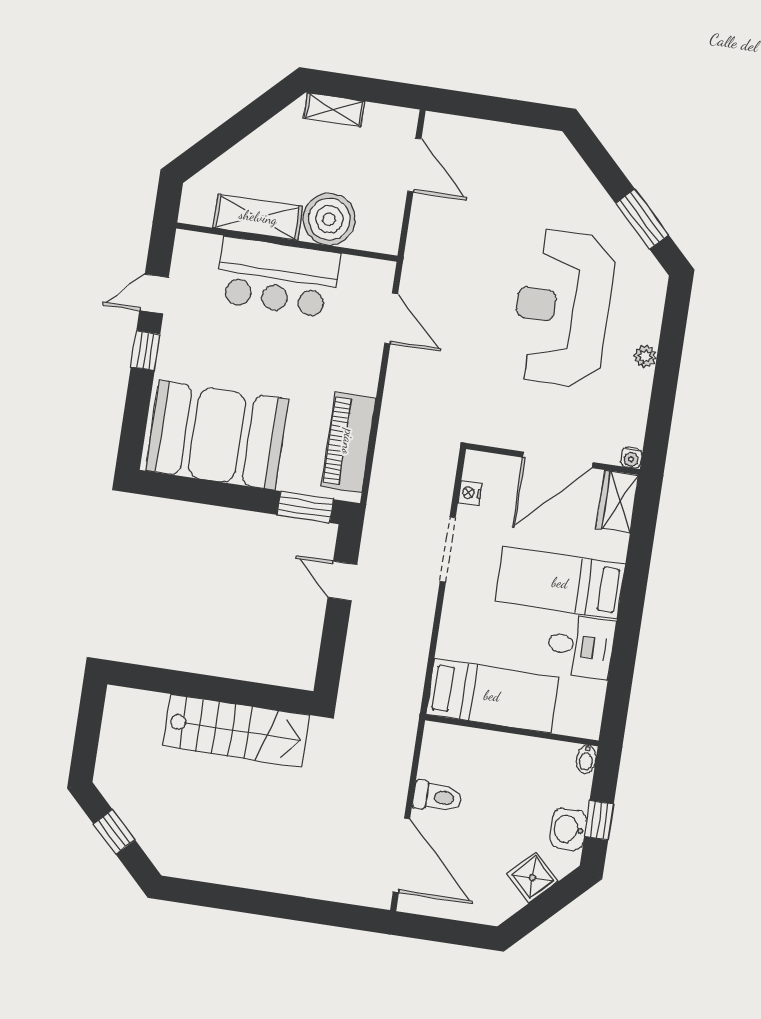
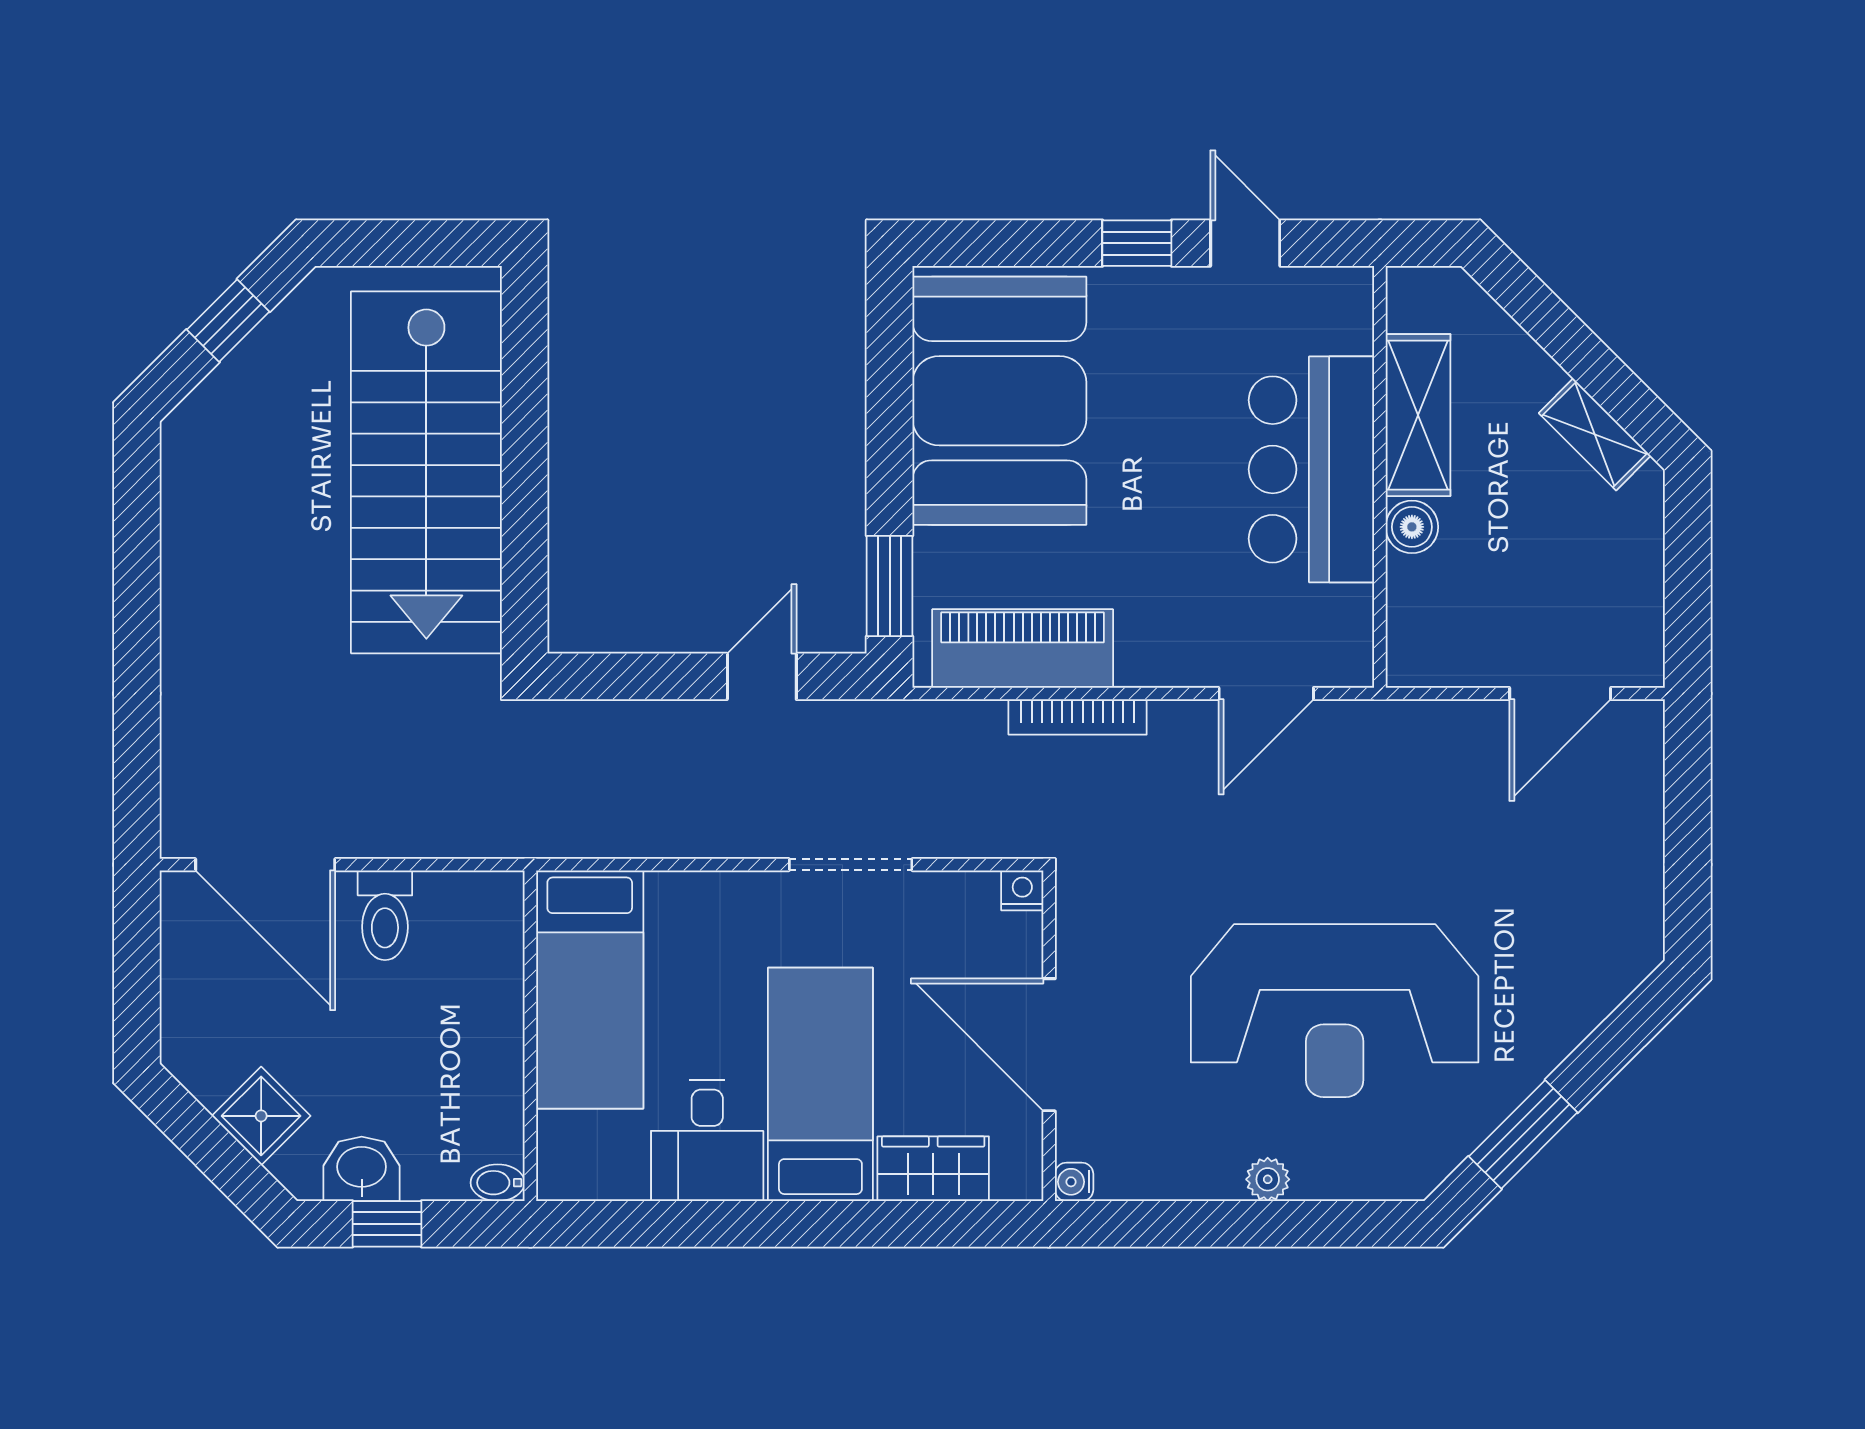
shelving: (334, 110) -> (1595, 434), moved, turned -45
boiler: (329, 219) -> (1412, 527), width x0.54, depth x0.54
reception desk: (562, 308) -> (1335, 1011), turned 180
bookcase: (389, 419) -> (1078, 717), added
nightstand: (470, 493) -> (1022, 890), moved
wardrobe: (618, 502) -> (933, 1169), moved
stairs: (236, 731) -> (426, 472), width x1.36, depth x1.51
door: (401, 855) -> (265, 865), hinge flipped

